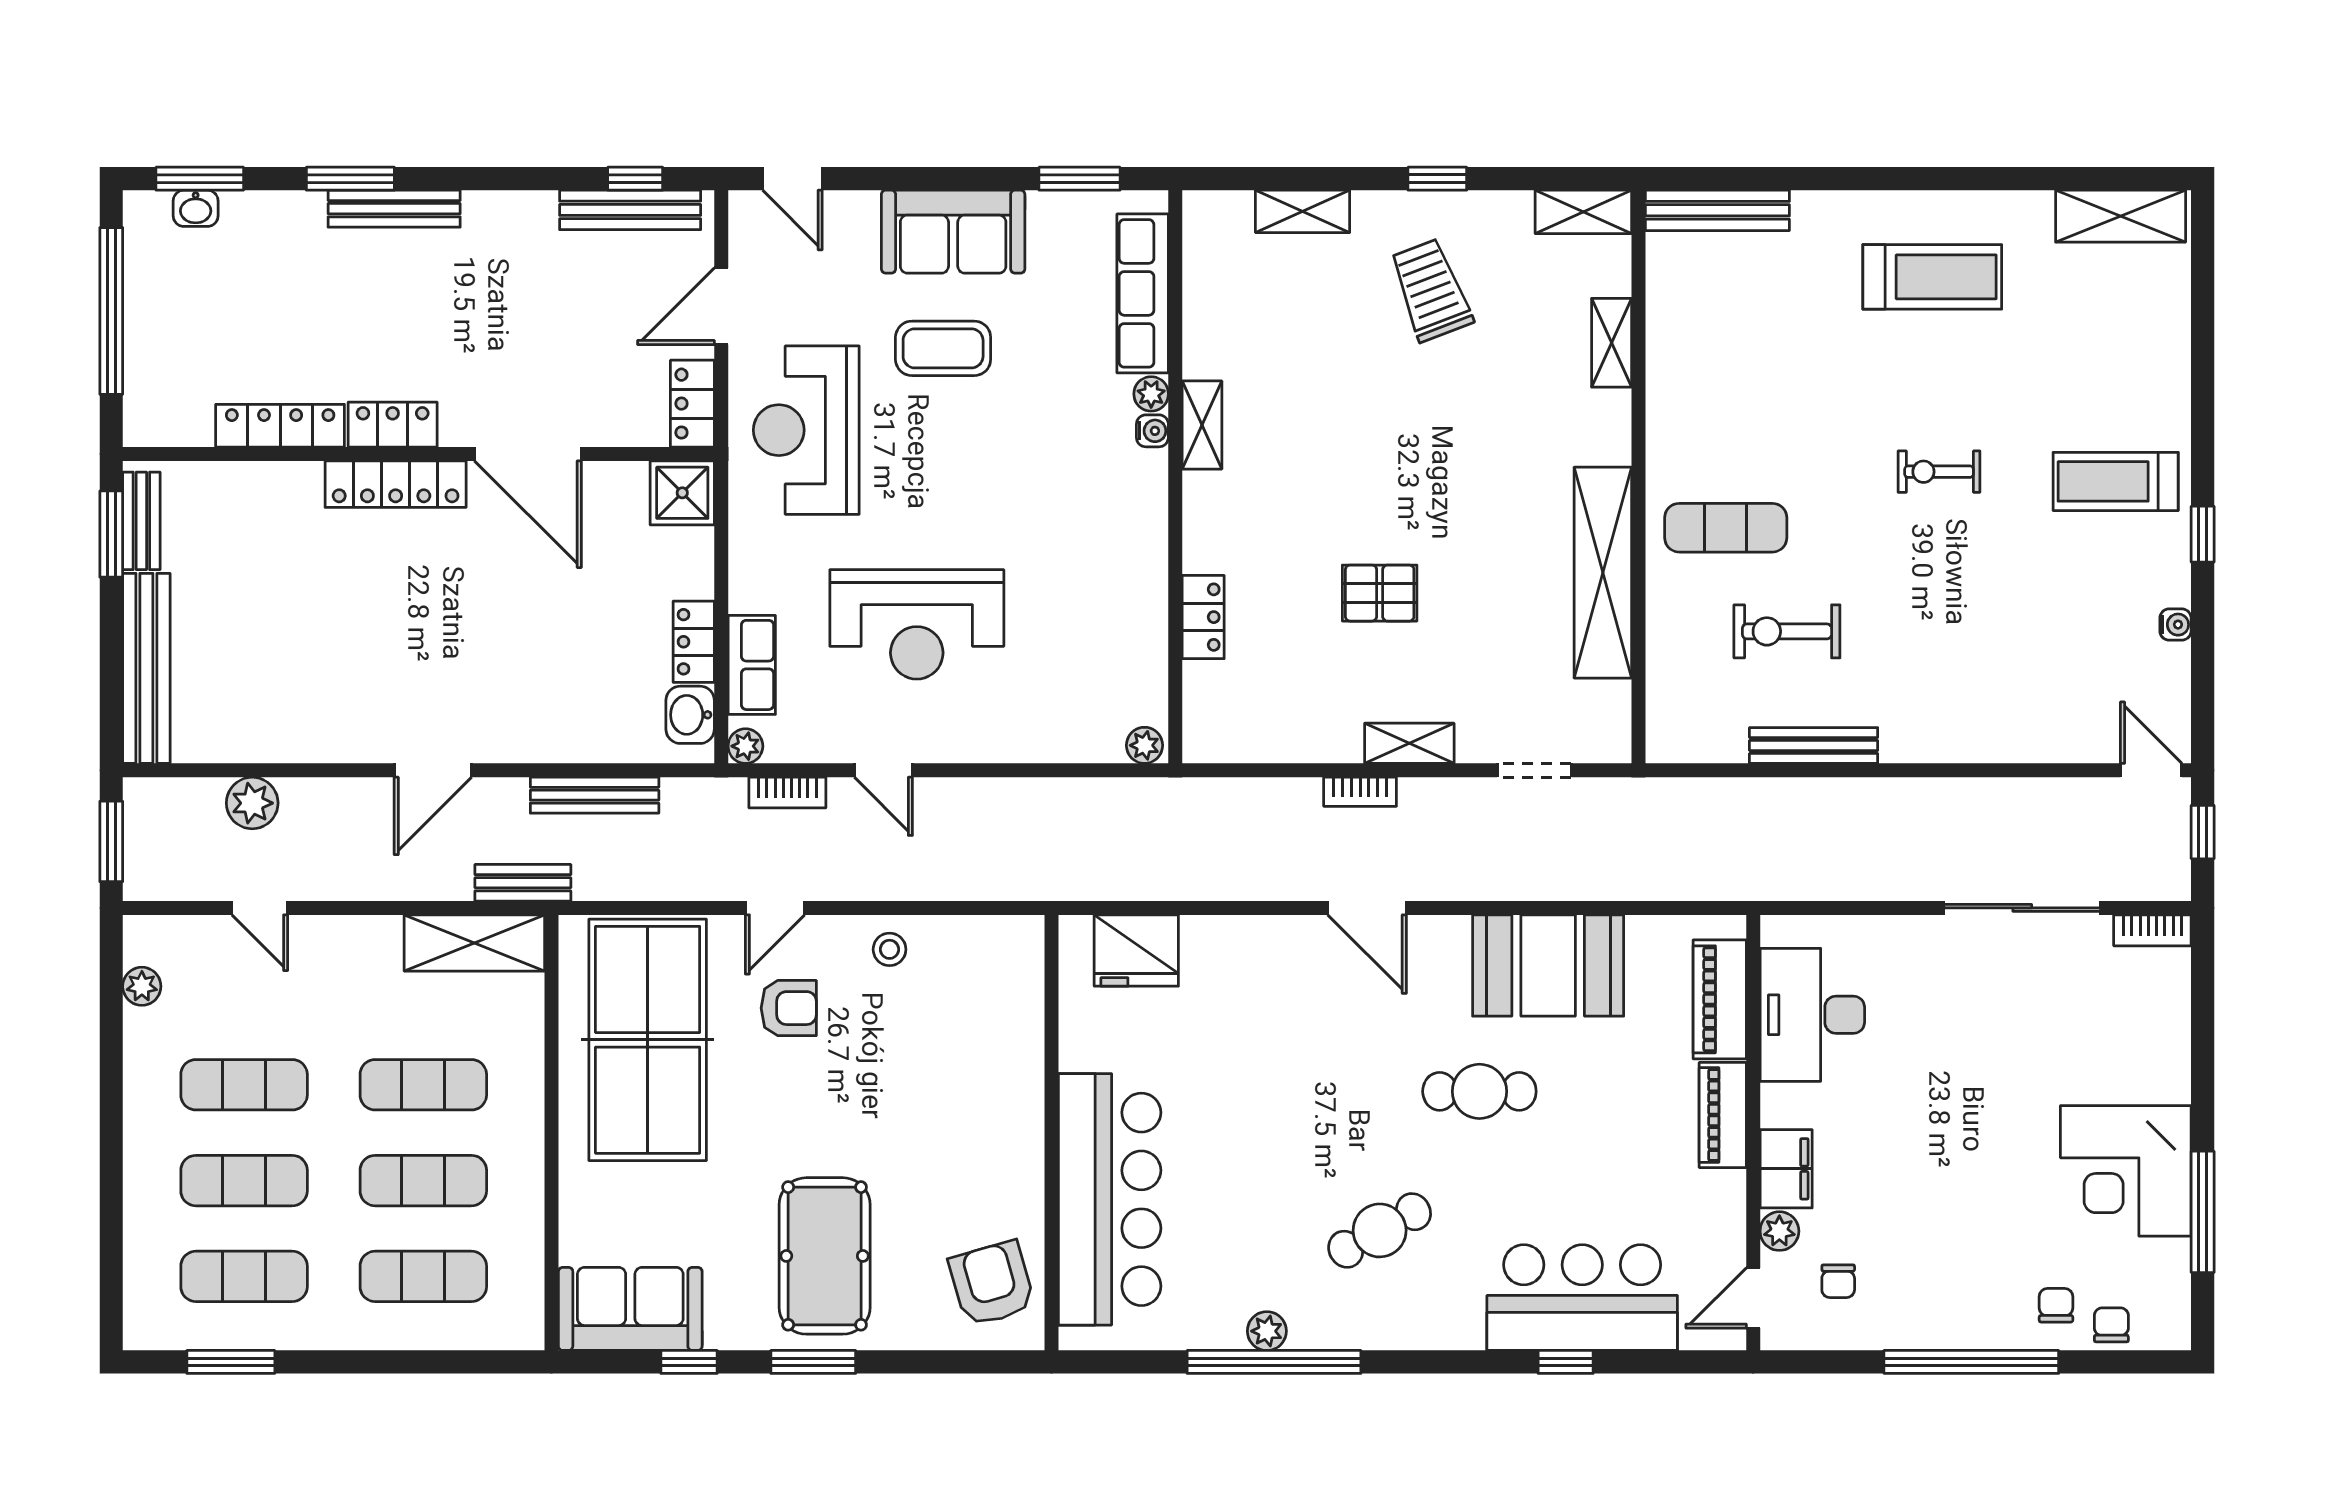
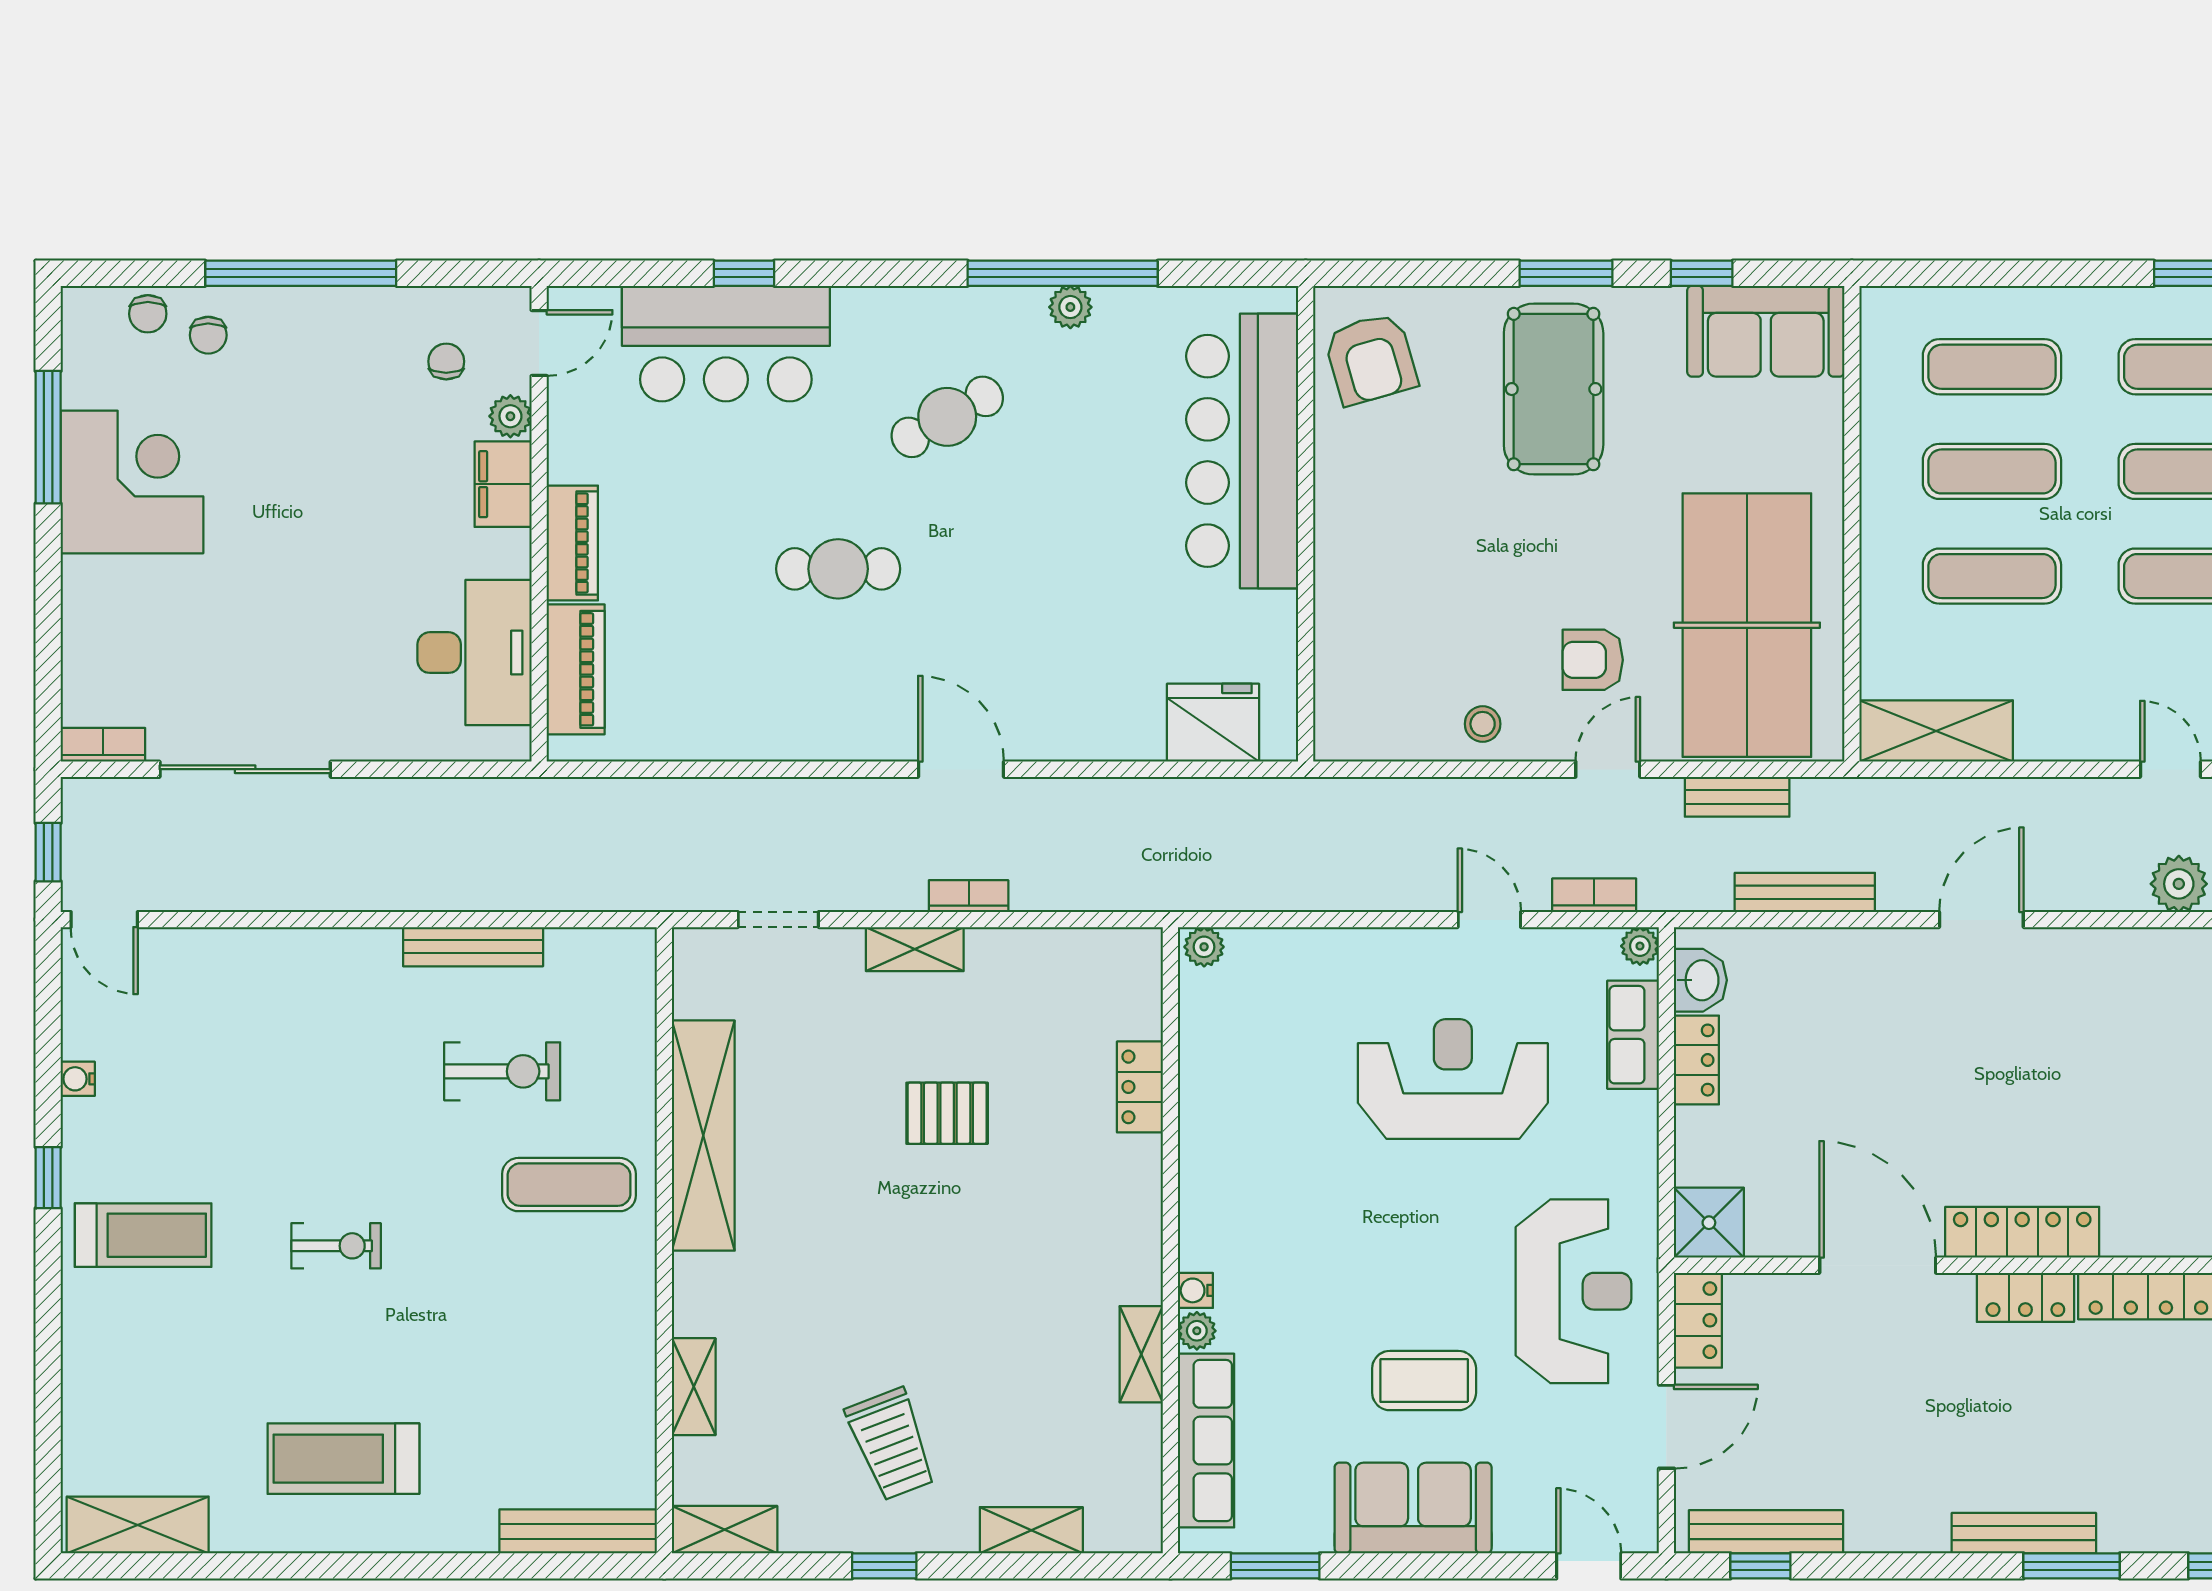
shelving: (1202, 425) -> (1141, 1354), moved
bench: (523, 883) -> (1737, 797), moved
booth: (1548, 966) -> (763, 706), removed

